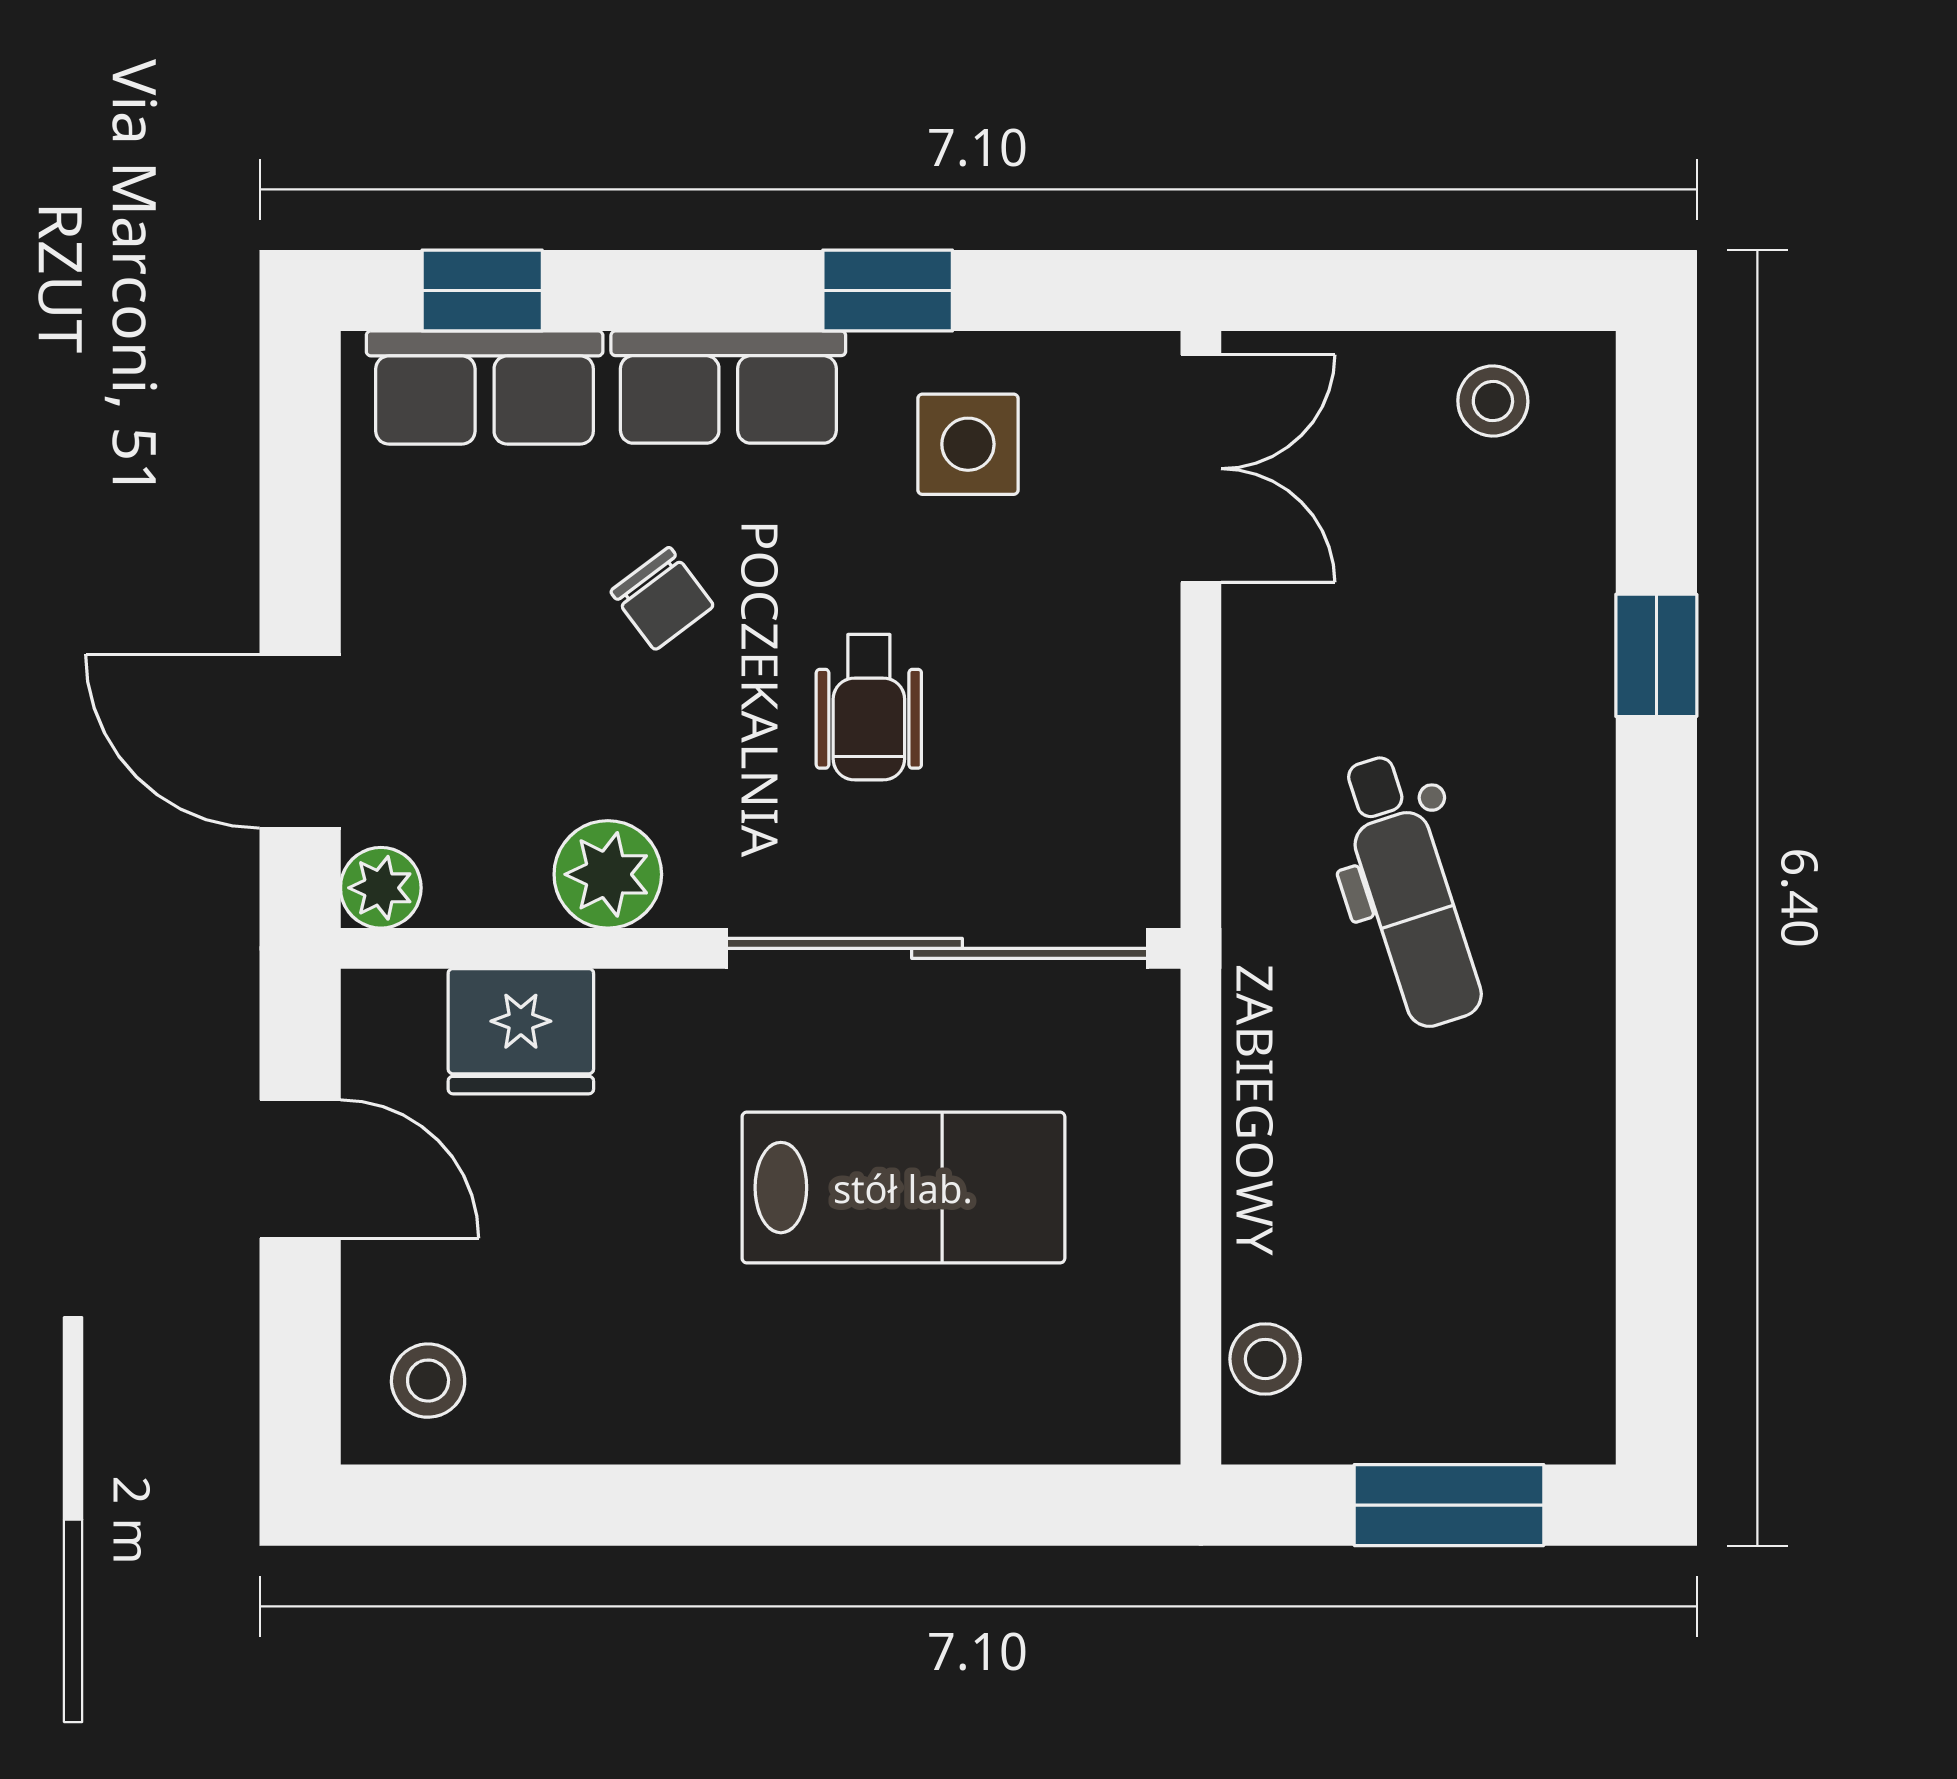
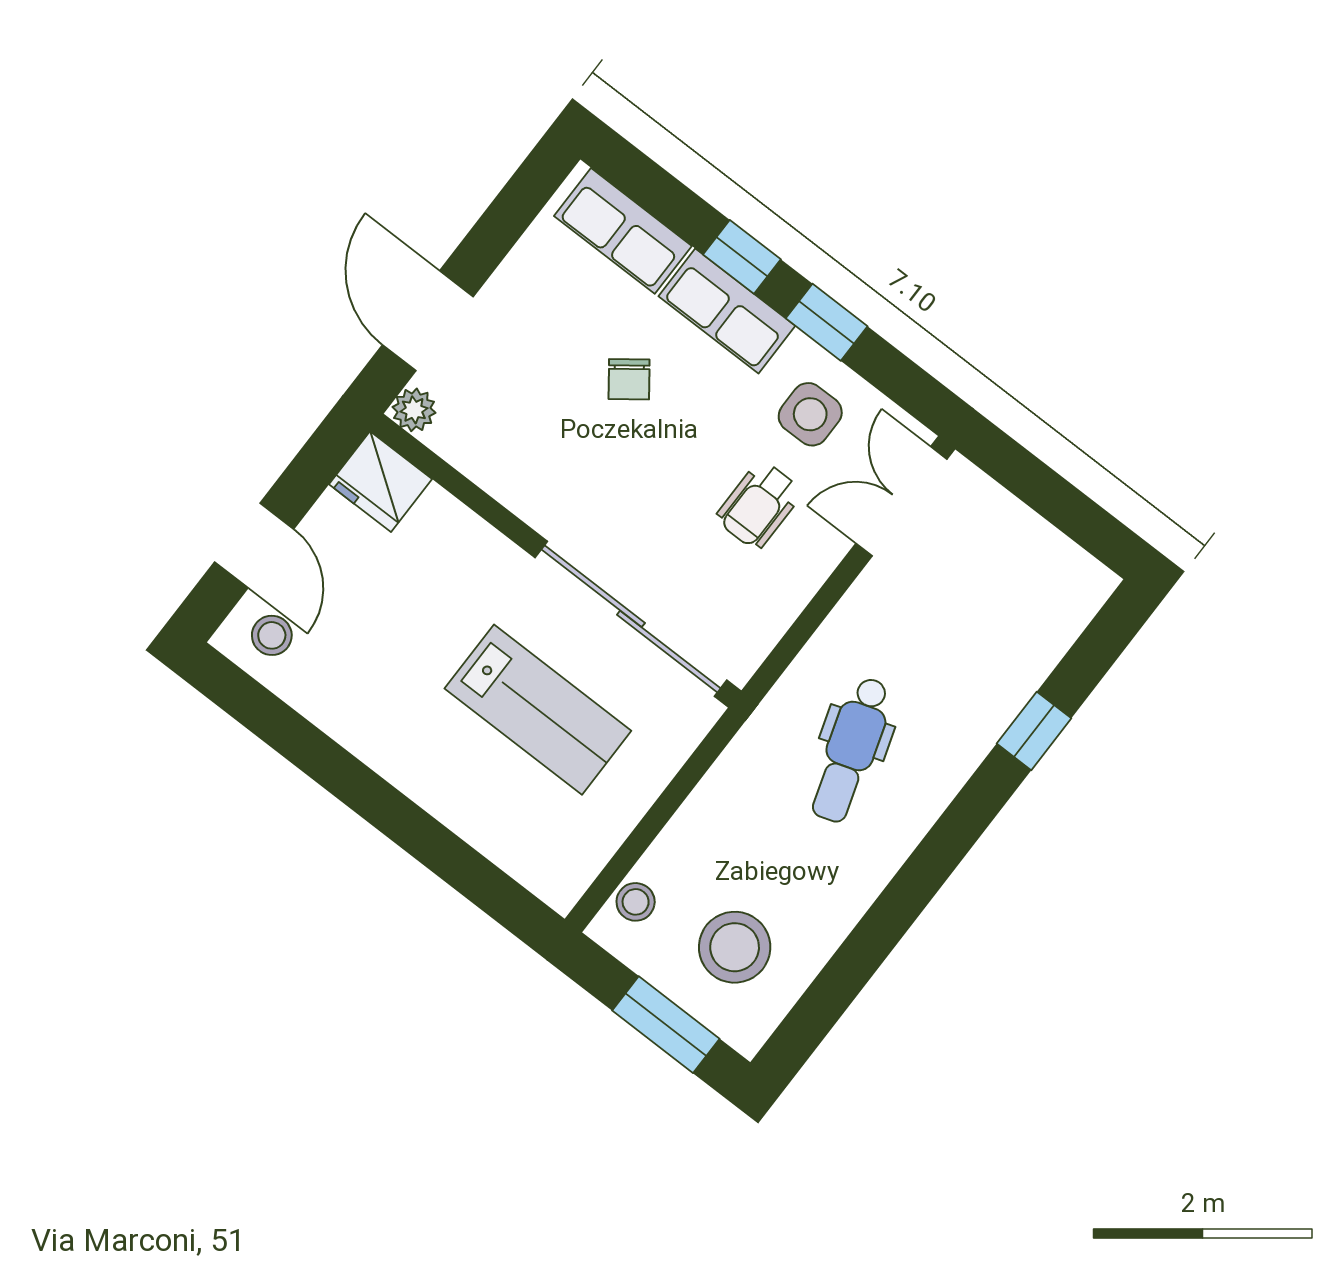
window: (482, 290) -> (742, 257), moved
stool: (1493, 401) -> (735, 947), moved, width x1.89, depth x1.89
double door: (1201, 469) -> (901, 501), swing flipped
wheelchair: (869, 707) -> (759, 505), moved
plant: (608, 874) -> (515, 479), removed
fridge: (521, 1031) -> (381, 482), moved
door: (300, 1169) -> (254, 545), moved

